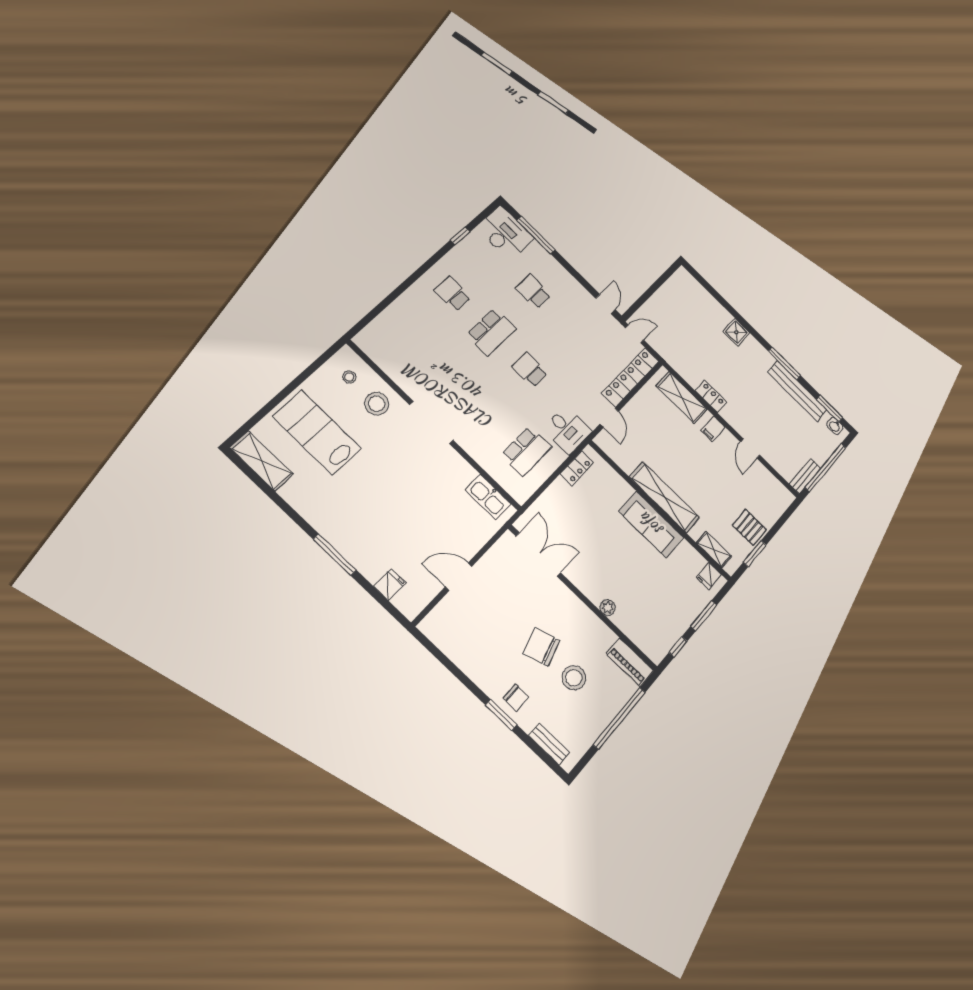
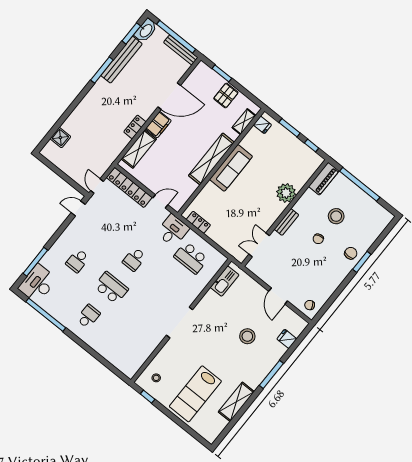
window: (460, 236) -> (46, 315), width x3.17
school desk: (453, 294) -> (88, 316), turned 180
shower: (736, 332) -> (60, 138), moved
window: (321, 360) -> (148, 397), added
stool: (377, 404) -> (247, 336), moved
washbasin: (835, 426) -> (146, 31), width x1.91, depth x1.45
filing cabinet: (713, 429) -> (158, 125), width x2.00
door: (750, 448) -> (169, 96), width x1.87
school desk: (526, 451) -> (191, 258), turned 180
shelving: (262, 461) -> (236, 402), moved
bench: (805, 476) -> (181, 50), width x1.36
double door: (538, 554) -> (259, 245), width x0.73
window: (755, 554) -> (222, 73), moved
plant: (608, 608) -> (286, 193), width x1.88, depth x1.88
chair: (440, 626) -> (310, 305), added
chair: (541, 647) -> (318, 239), width x0.54, depth x0.54
bench: (549, 744) -> (286, 222), moved

